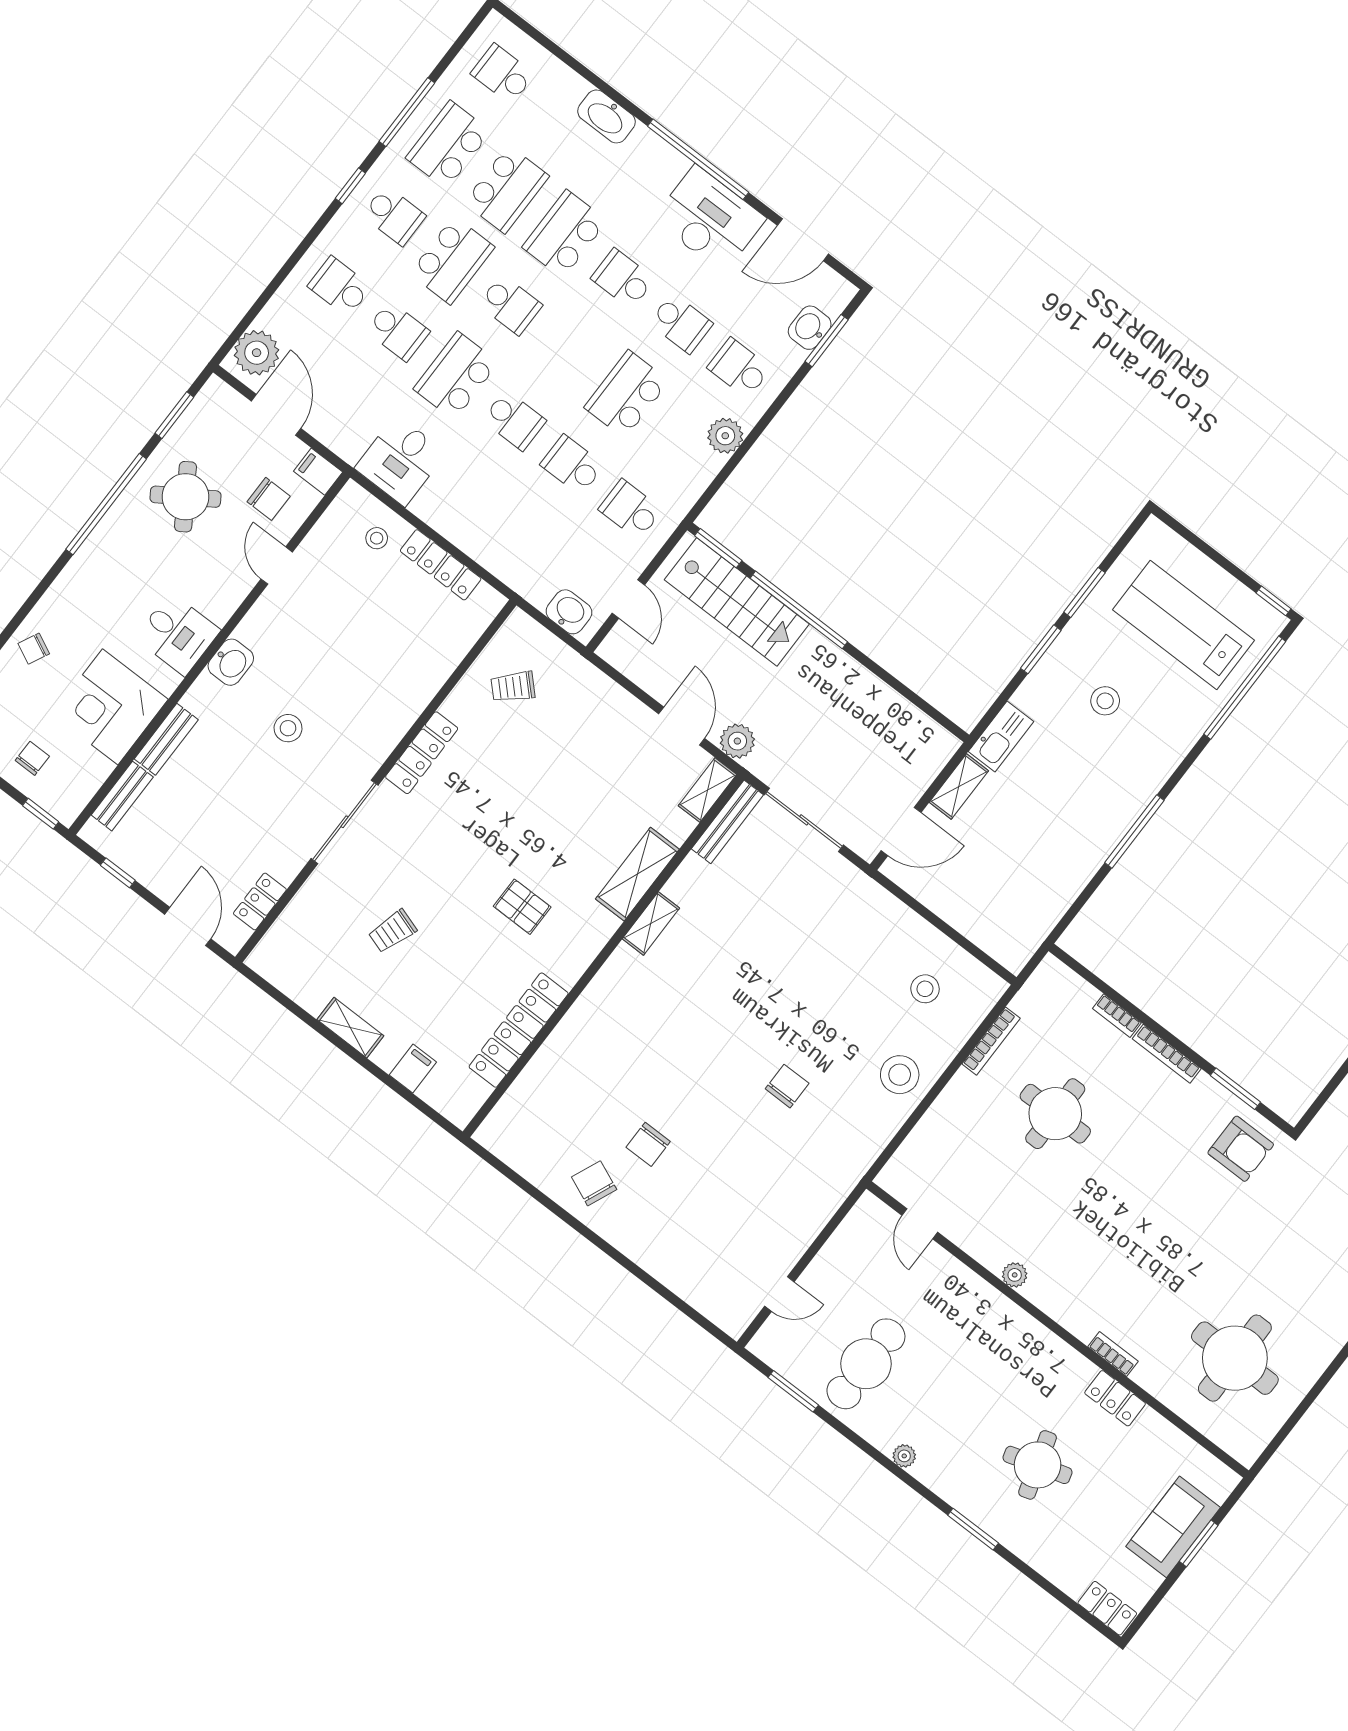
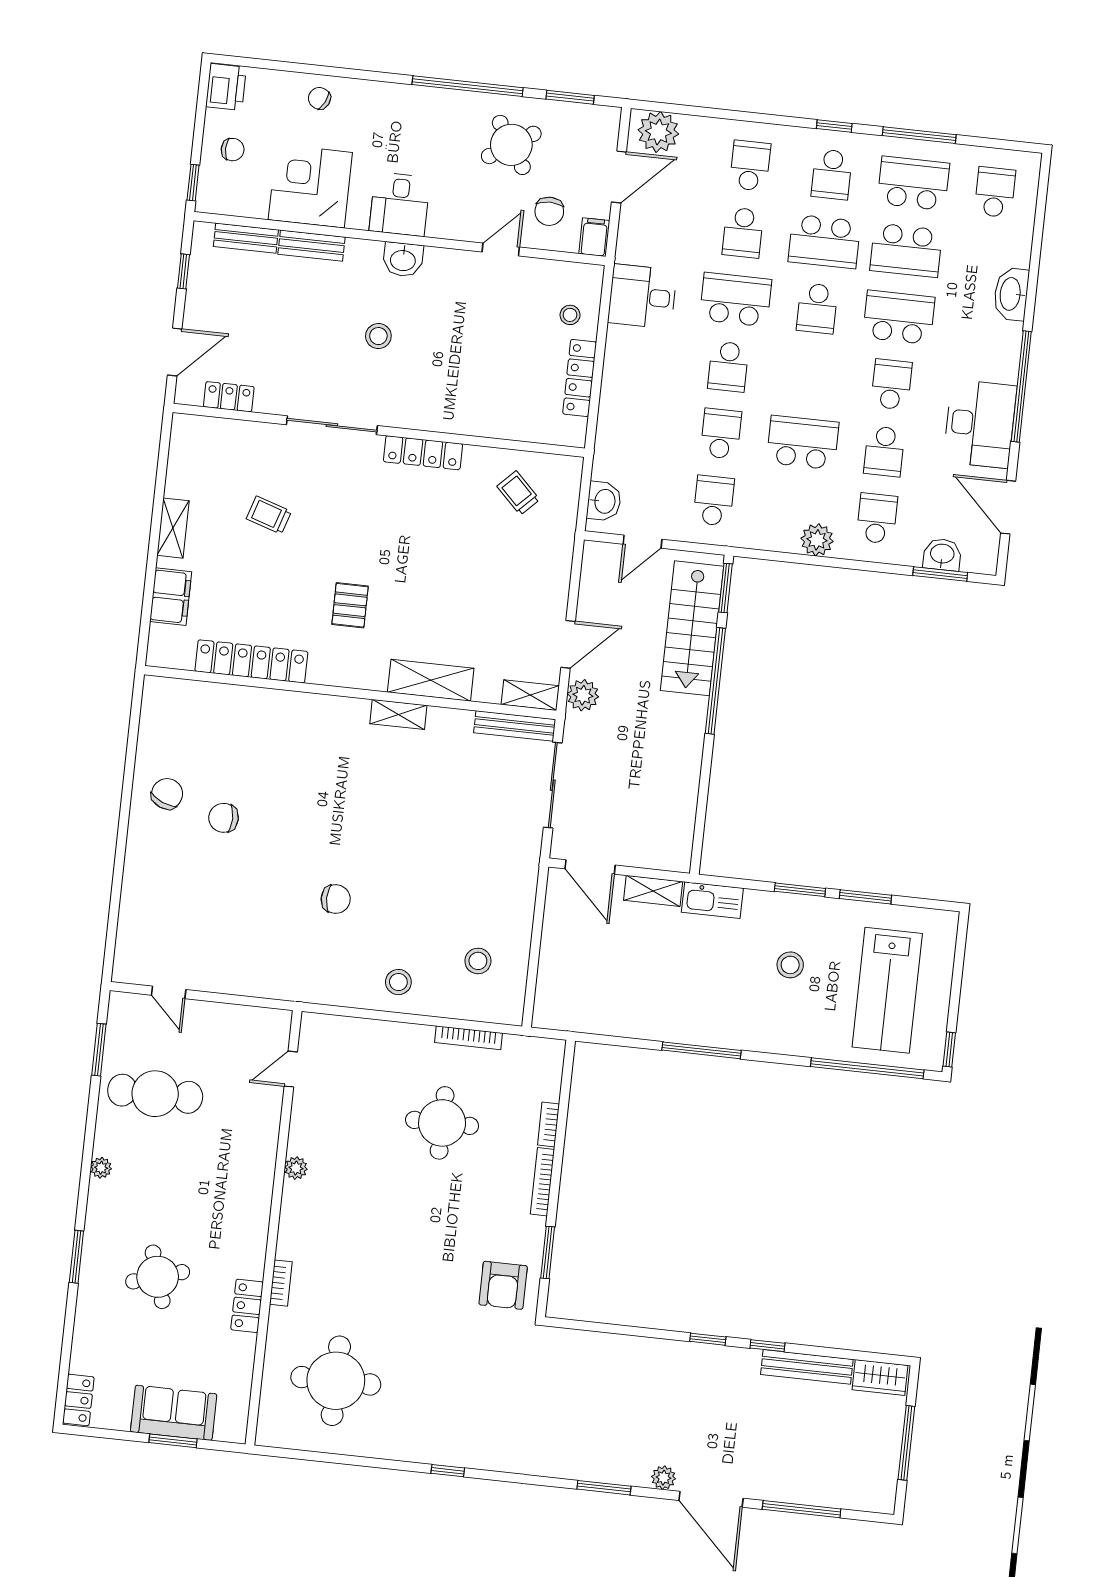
lab bench: (1183, 625) -> (887, 990), turned 180
filing cabinet: (413, 1069) -> (171, 597), width x2.00
stool: (900, 1075) -> (398, 982), width x0.73, depth x0.73

